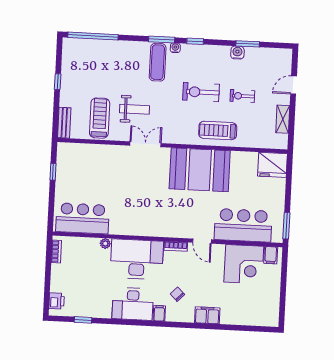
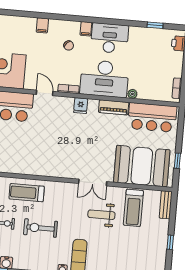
exercise bike: (201, 92) -> (41, 228), turned 180
treadmill: (218, 130) -> (27, 193), turned 180
booth: (200, 170) -> (142, 166), moved
piano: (125, 228) -> (114, 107), added
fridge: (162, 229) -> (81, 106), added
filing cabinet: (207, 315) -> (42, 25), width x0.50

